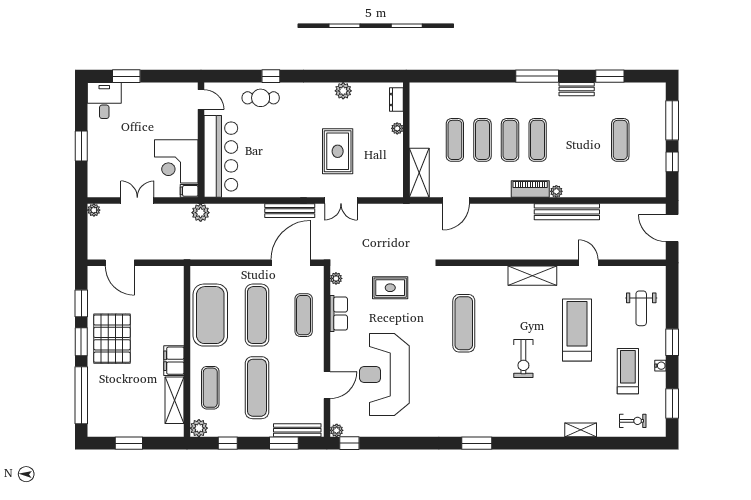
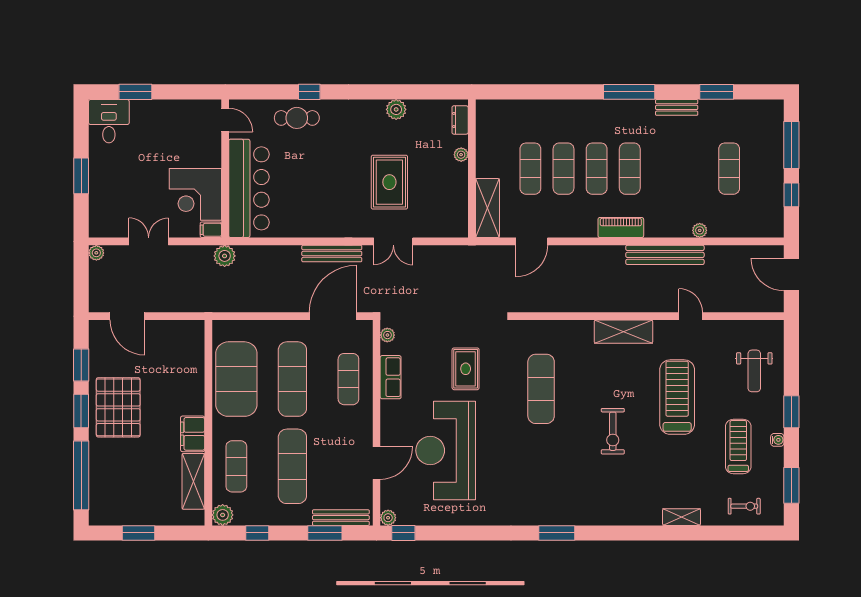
plant: (556, 191) -> (700, 230), moved
rug: (390, 288) -> (466, 369), moved, turned 90

